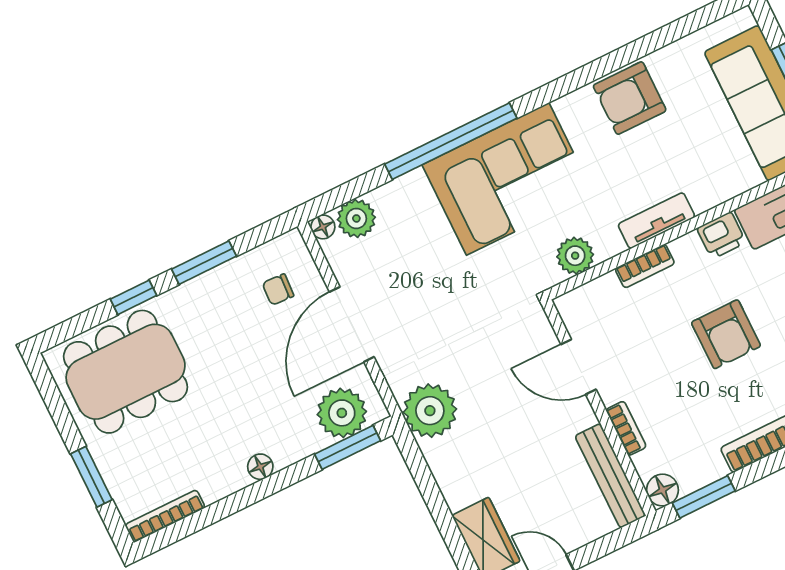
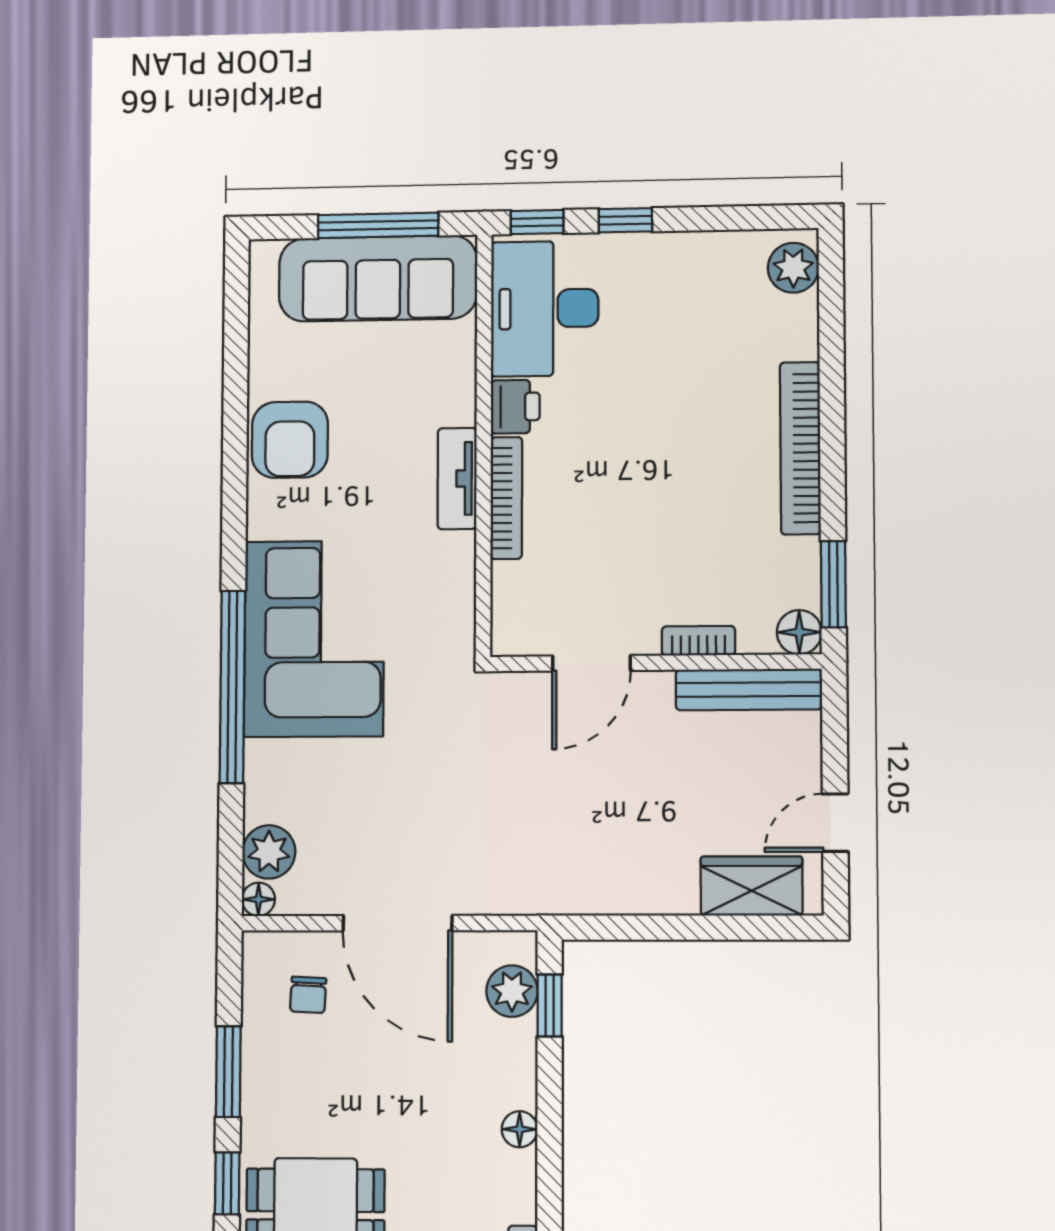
plant: (575, 256) -> (451, 601), removed
bookcase: (645, 266) -> (506, 498), width x1.56
armchair: (726, 334) -> (641, 459), removed
plant: (430, 411) -> (555, 878), removed
plant: (342, 413) -> (512, 991), width x0.73, depth x0.73
window: (348, 447) -> (550, 1005), width x0.67

